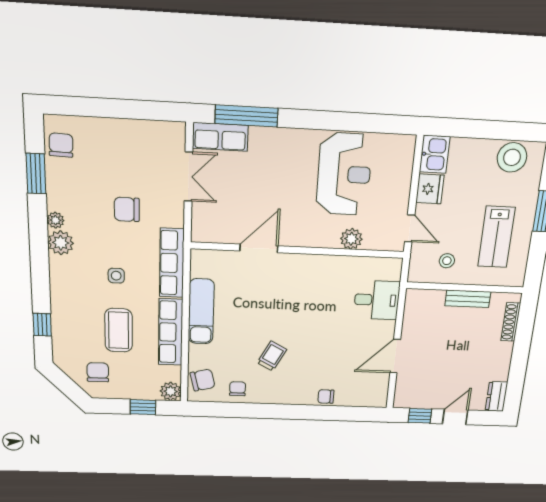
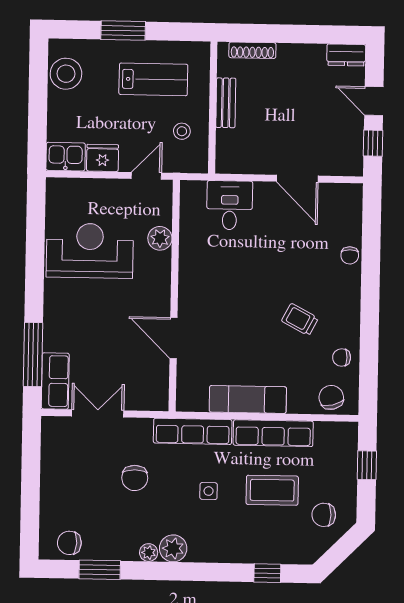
plant: (171, 391) -> (346, 434), removed

